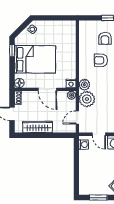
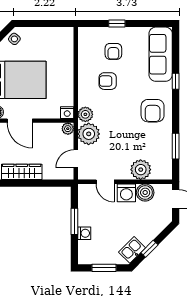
door: (47, 89) -> (20, 121), moved
washing machine: (84, 145) -> (84, 233), moved
window: (76, 163) -> (74, 221), added

